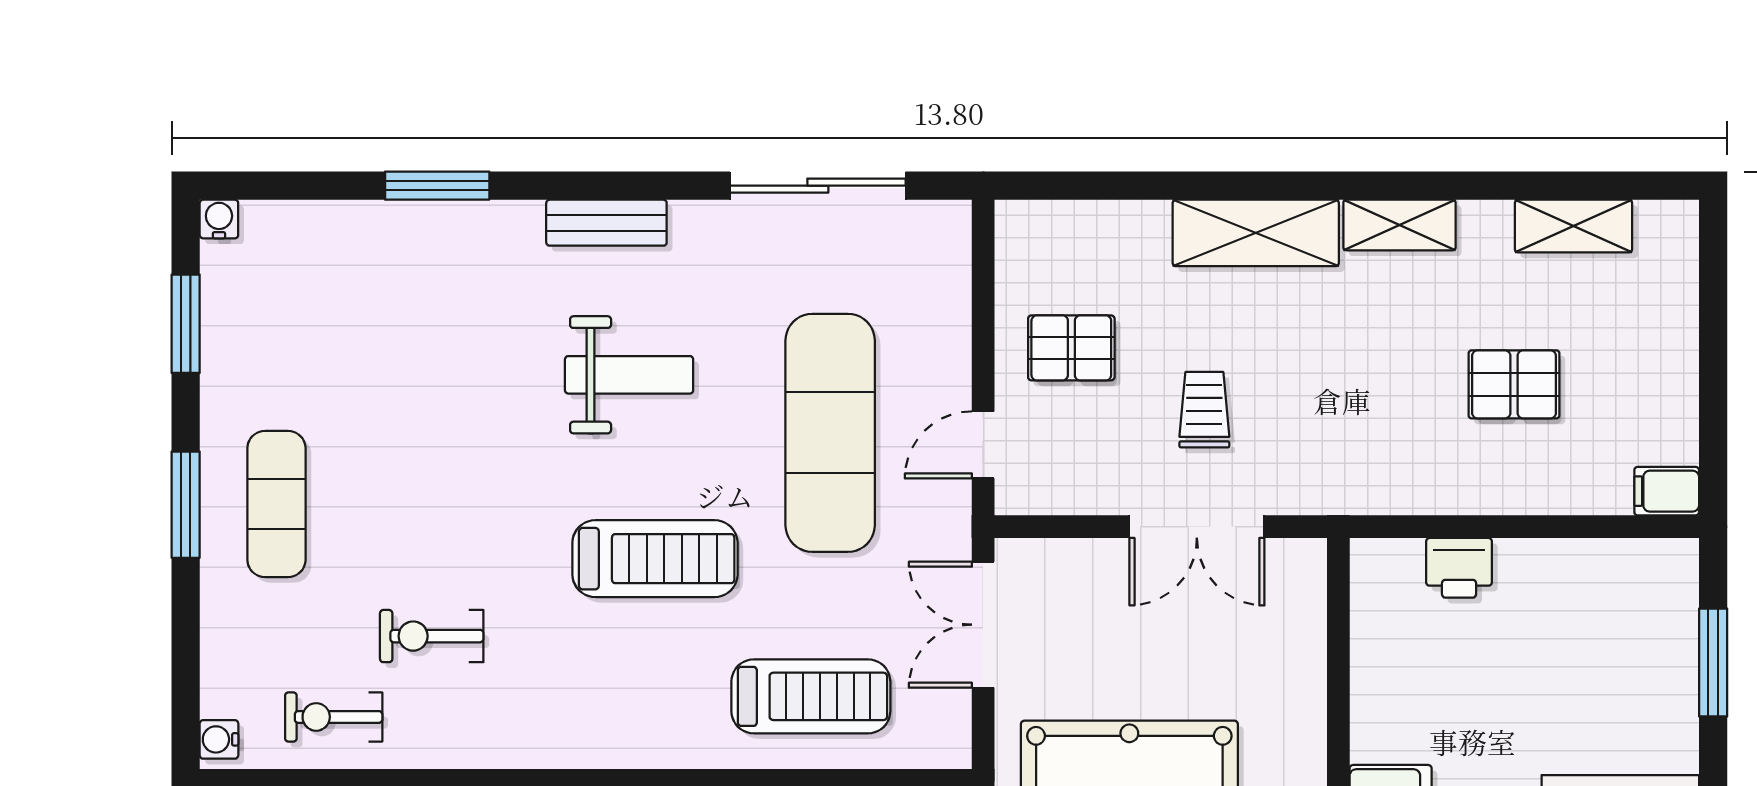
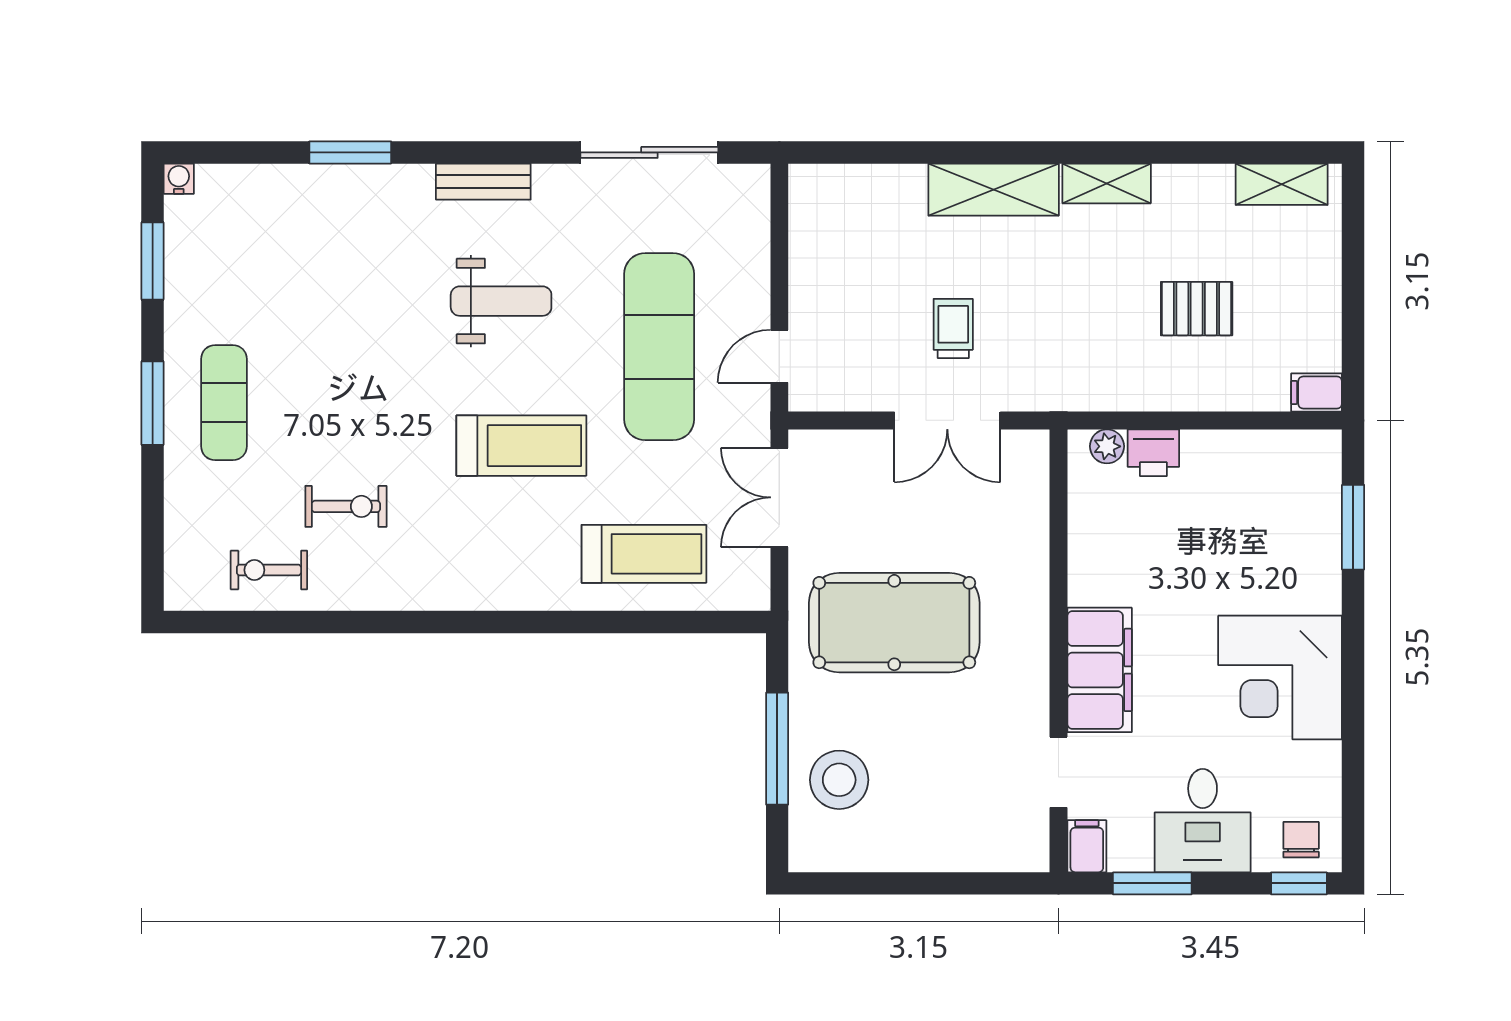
shelving: (1573, 226) -> (1282, 184), moved
pallet: (1071, 348) -> (849, 280), removed
plant: (1400, 560) -> (1107, 446), added
exercise bike: (432, 636) -> (346, 506), turned 180
water cooler: (219, 739) -> (179, 588), removed

